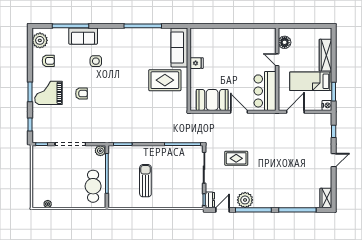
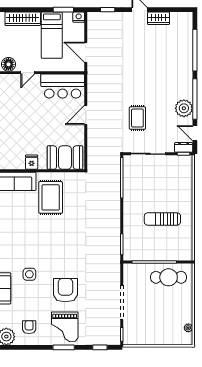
armchair: (81, 94) -> (65, 290), width x1.88, depth x1.88
booth: (212, 100) -> (65, 158), moved, turned 90
plant: (100, 151) -> (129, 269), removed
wardrobe: (326, 198) -> (159, 18), moved

